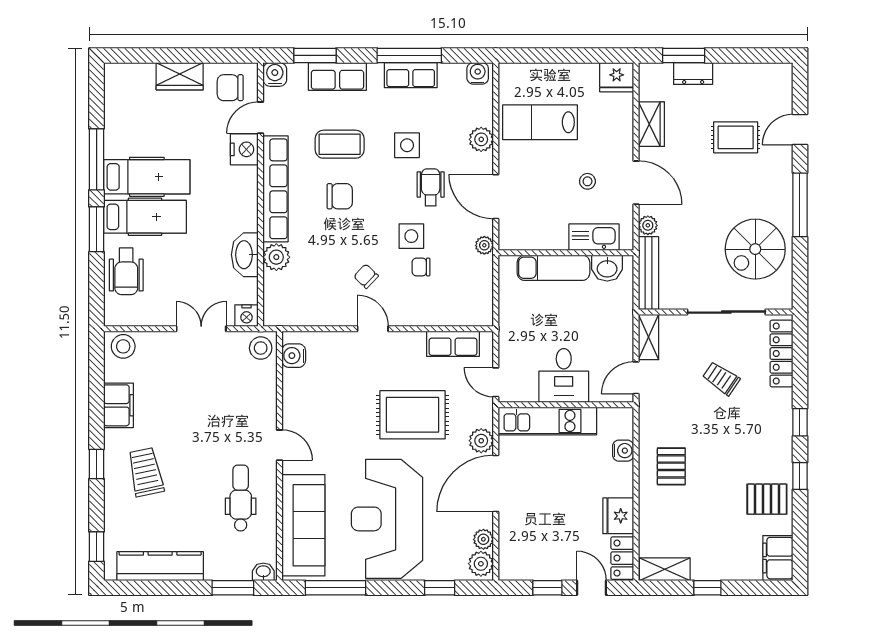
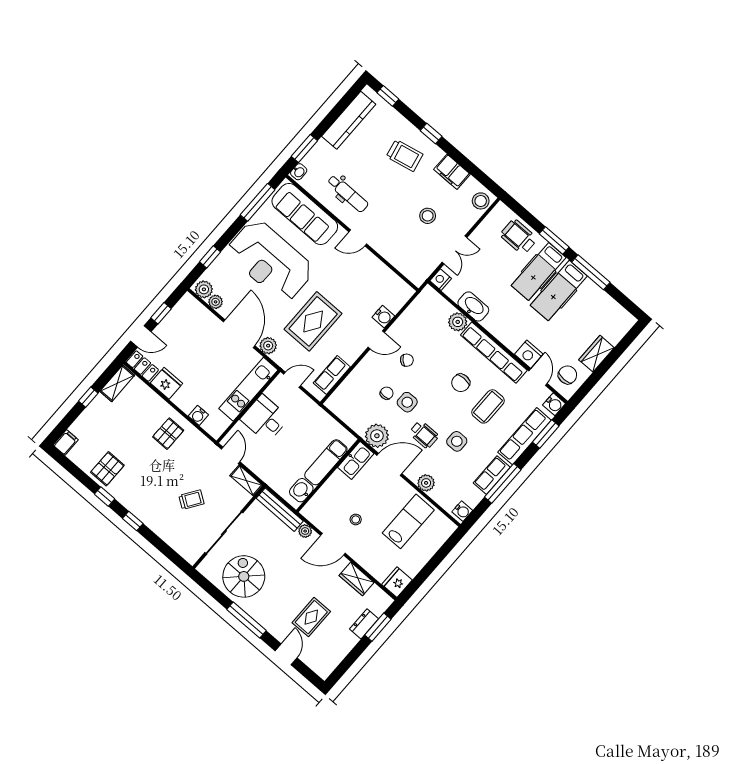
row of seats: (337, 76) -> (525, 436), width x1.48
kitchen sink: (594, 237) -> (356, 460), moved
plant: (484, 245) -> (377, 436), width x1.88, depth x1.88
stool: (261, 348) -> (428, 216), moved
locker: (781, 354) -> (177, 543), removed
water cooler: (294, 356) -> (383, 317), moved, turned 90
pallet: (671, 466) -> (168, 434), turned 90
reception desk: (387, 519) -> (270, 261), turned 180
filing cabinet: (778, 558) -> (66, 442), width x0.50

